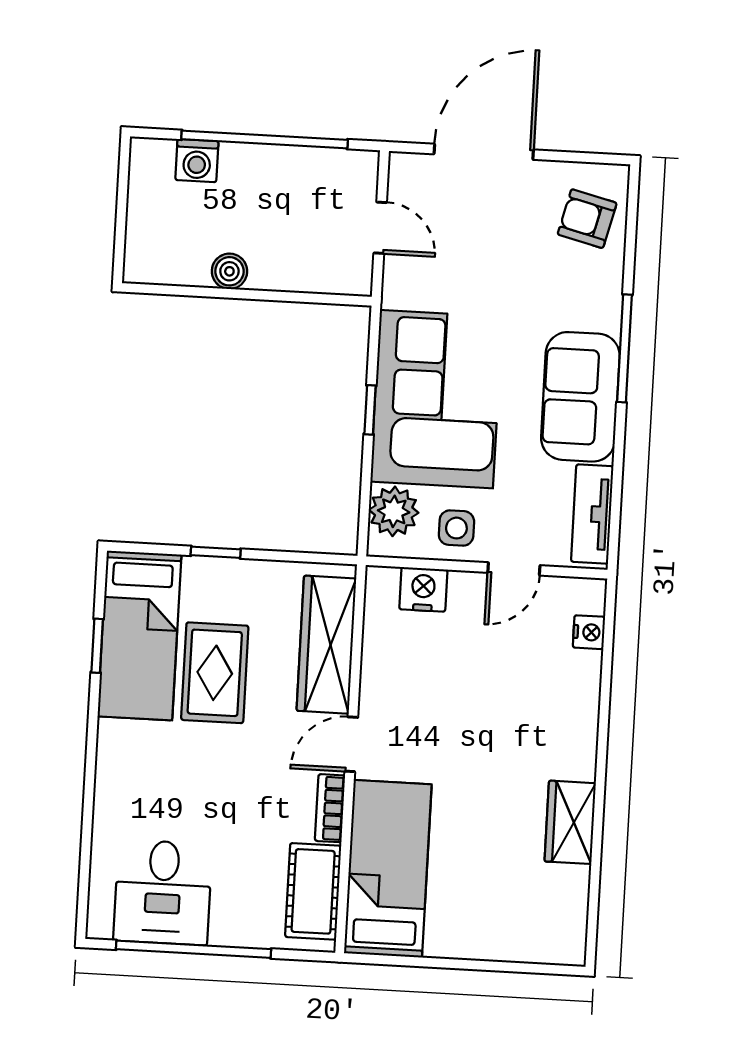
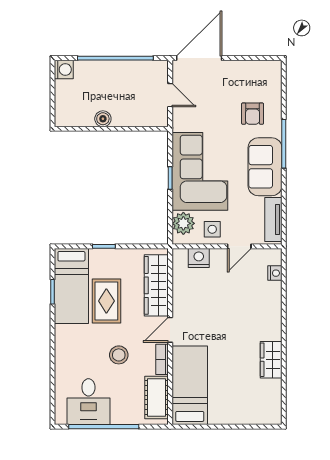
door: (484, 152) -> (199, 58), moved
washing machine: (197, 161) -> (64, 69), moved, turned -90
armchair: (587, 219) -> (253, 114), moved, turned -104
stool: (235, 793) -> (119, 355), added

